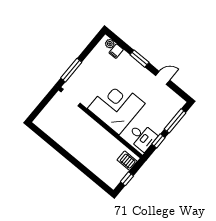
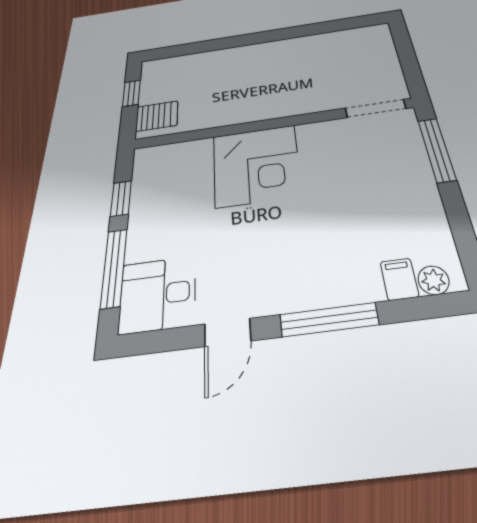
window: (139, 59) -> (329, 320), width x1.44
corner desk: (116, 106) -> (256, 165), width x0.74, depth x0.74
desk: (142, 137) -> (158, 294), moved

